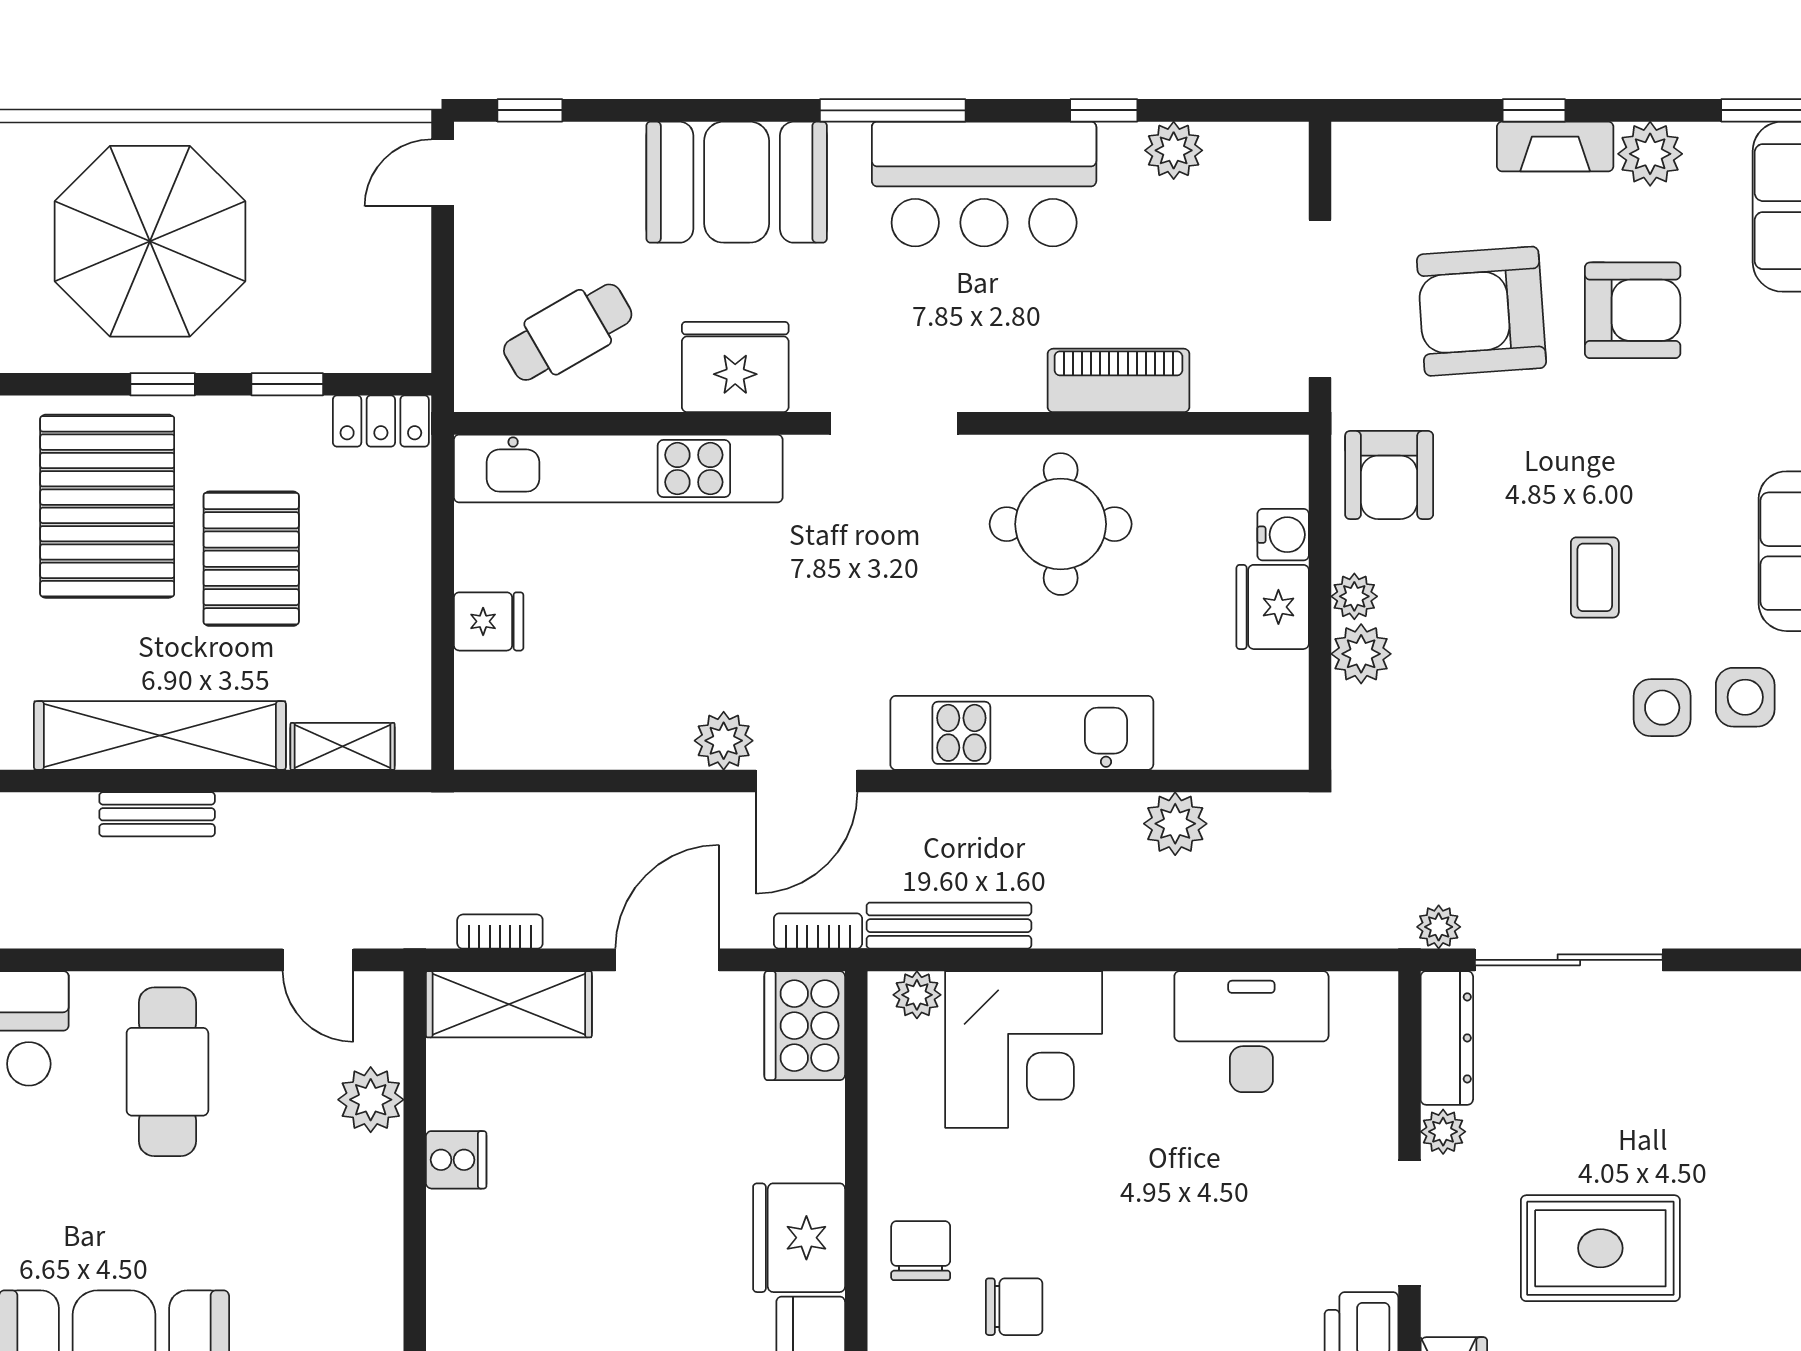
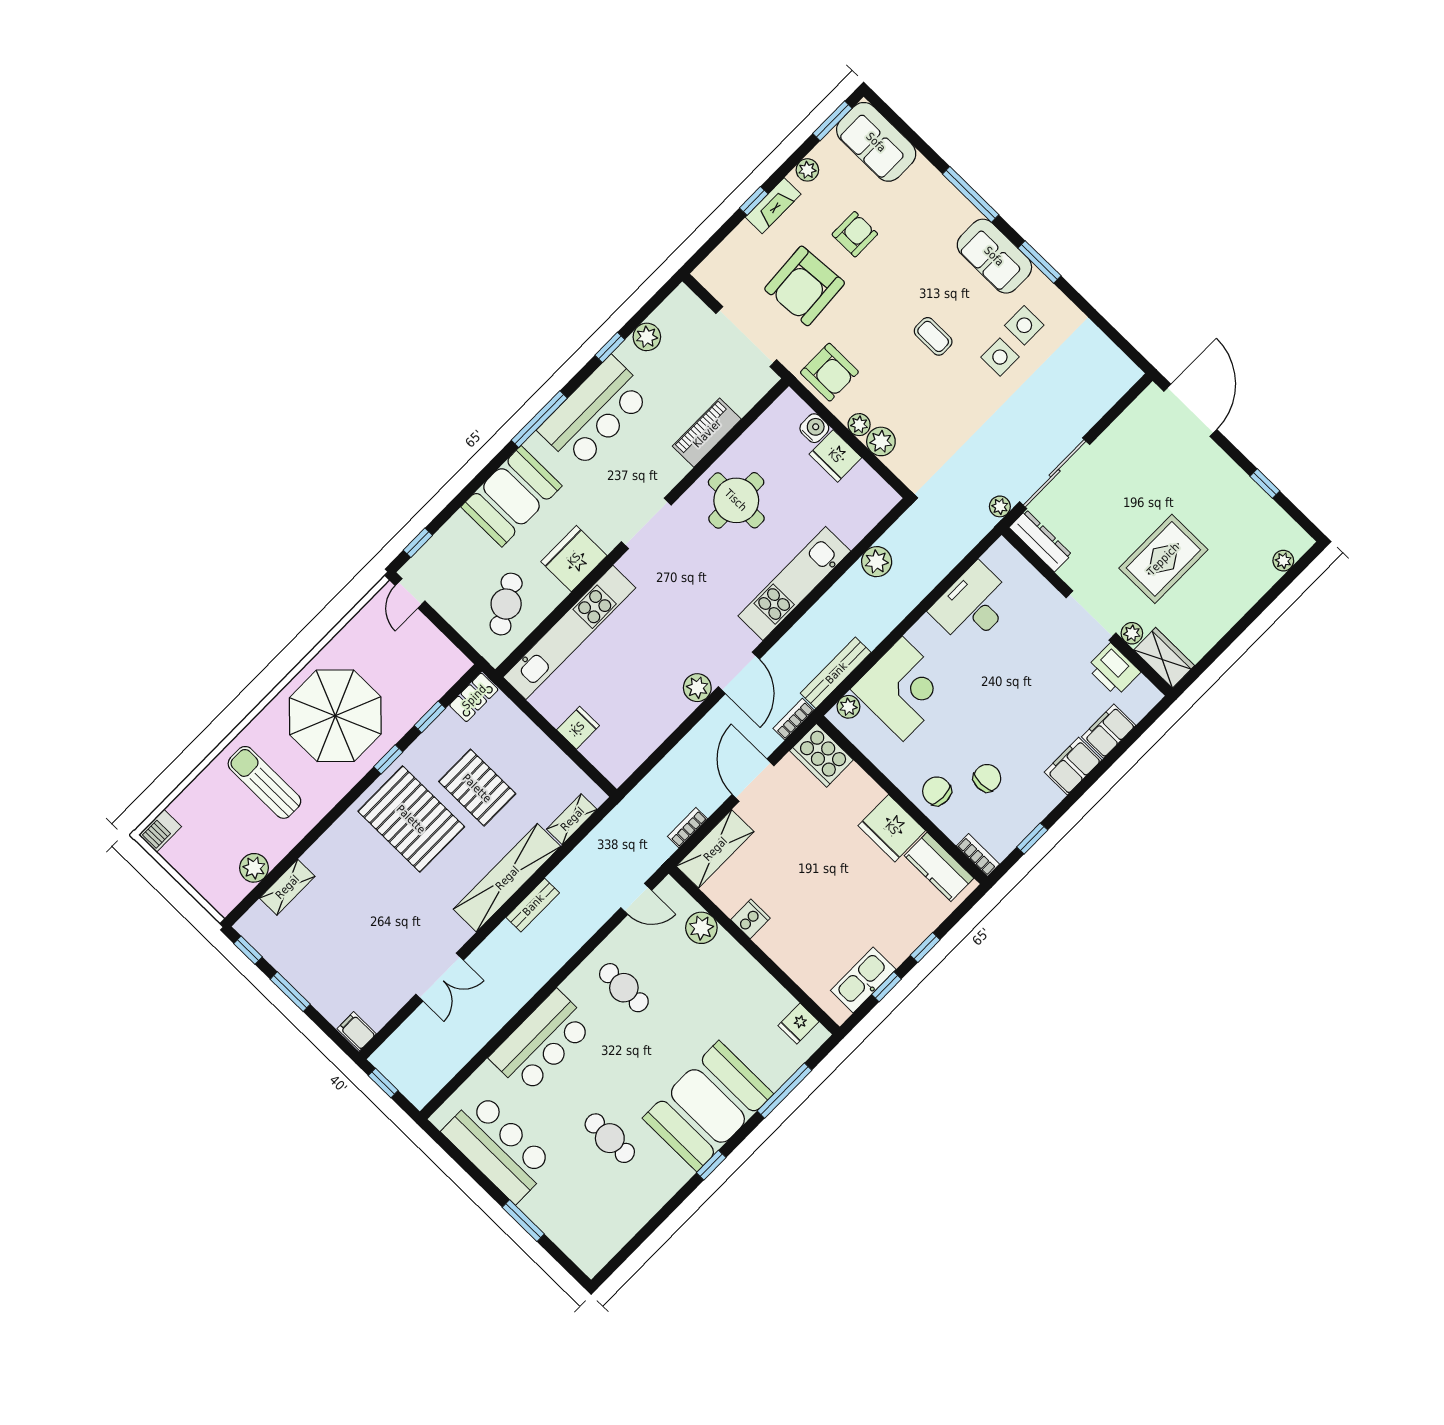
plant: (1650, 154) -> (807, 170), width x0.73, depth x0.73
armchair: (1633, 310) -> (855, 234), width x0.72, depth x0.72
cafe table: (167, 1072) -> (624, 988), width x0.73, depth x0.74
plant: (1443, 1132) -> (1132, 633), moved

